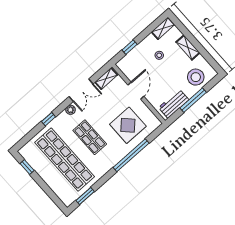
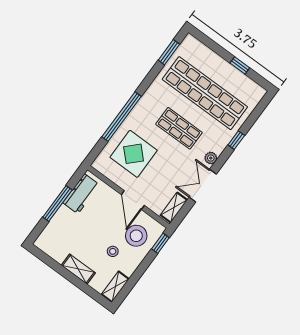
window: (130, 47) -> (160, 243), moved
stool: (196, 77) -> (136, 236), moved
window: (27, 167) -> (240, 65), moved

